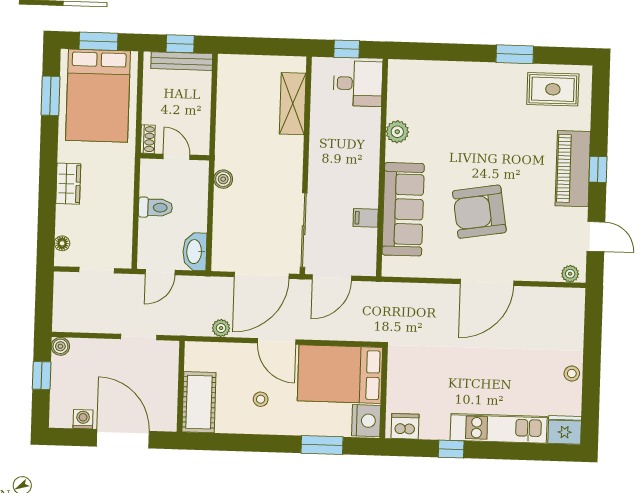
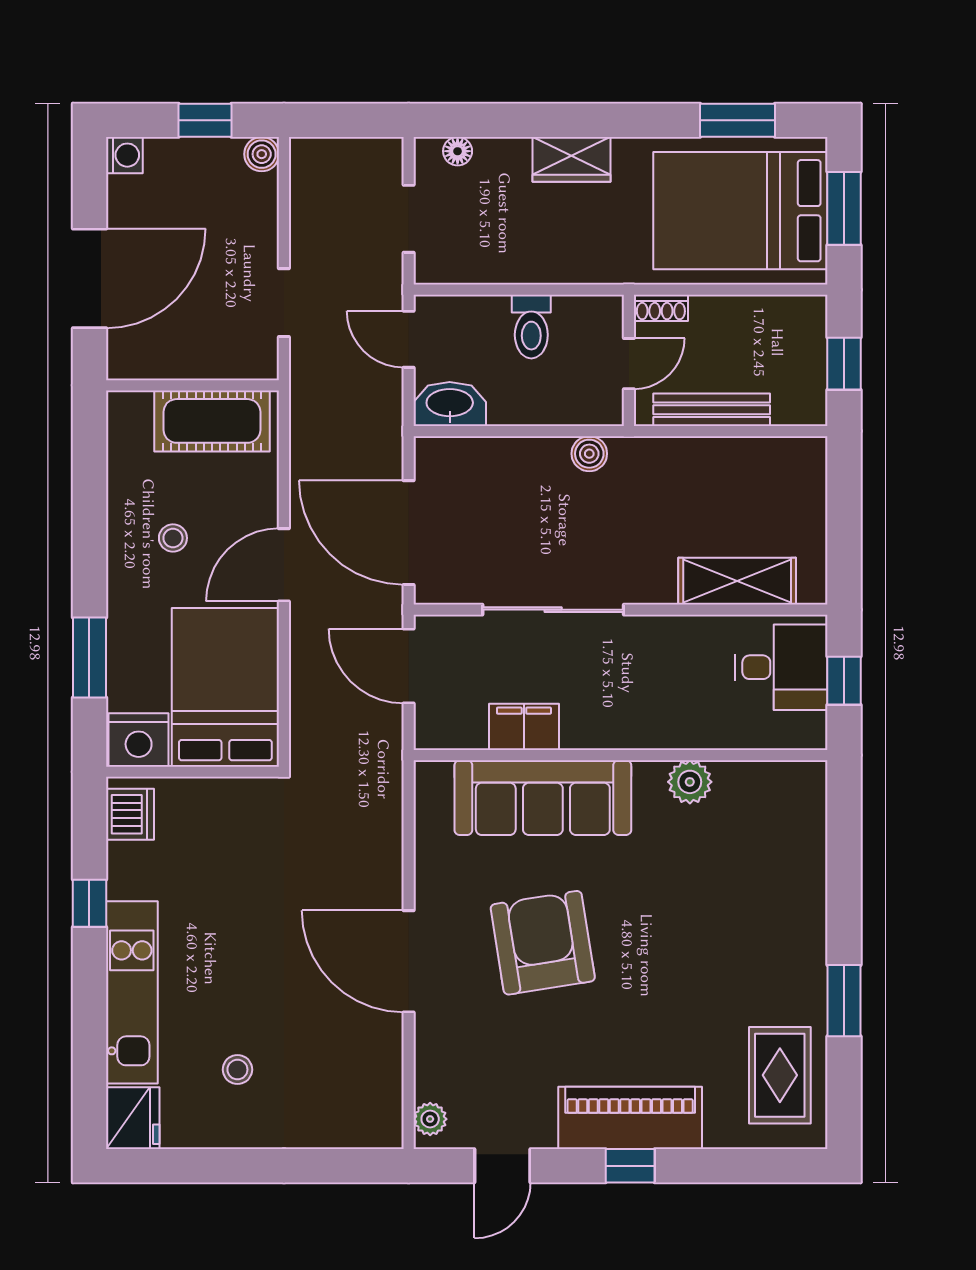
bench: (182, 61) -> (712, 410), moved, turned 90
desk: (358, 84) -> (781, 667), moved, turned -90
filing cabinet: (366, 218) -> (524, 727), width x2.00
sliding door: (304, 230) -> (553, 610), moved
plant: (221, 328) -> (306, 458), removed
stool: (572, 374) -> (237, 1070), moved
cot: (199, 402) -> (212, 421), moved
washing machine: (83, 419) -> (124, 155), moved

